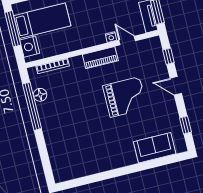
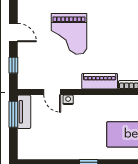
piano: (100, 58) -> (100, 81), moved
grand piano: (125, 97) -> (69, 34), turned -90

